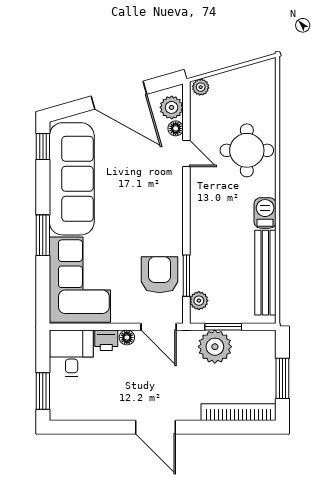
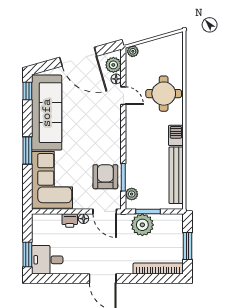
desk: (72, 353) -> (47, 260), moved, turned -90

